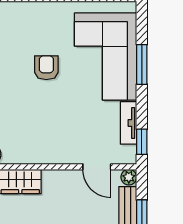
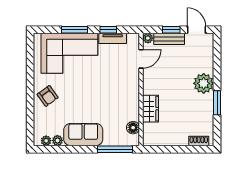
armchair: (46, 68) -> (48, 96), moved, turned -126
window: (142, 142) -> (108, 30), moved

